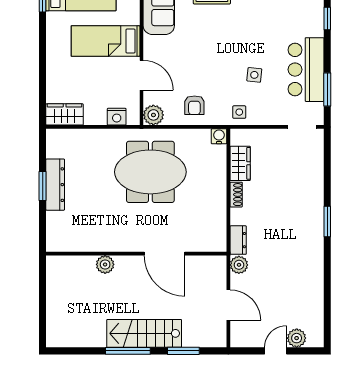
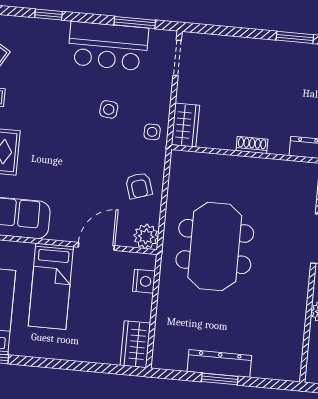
armchair: (194, 105) -> (139, 186), turned 72
water cooler: (219, 136) -> (179, 159), removed
wardrobe: (240, 163) -> (185, 125), moved, turned 90

